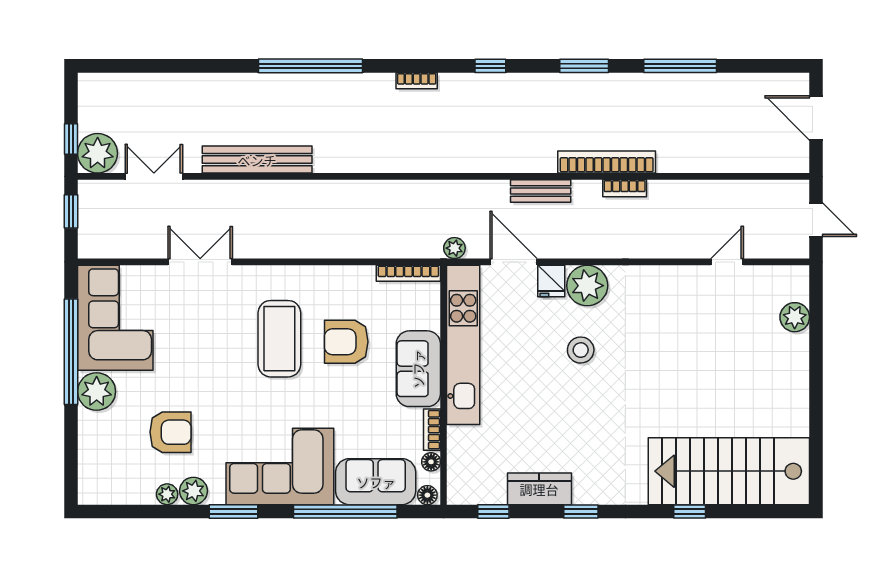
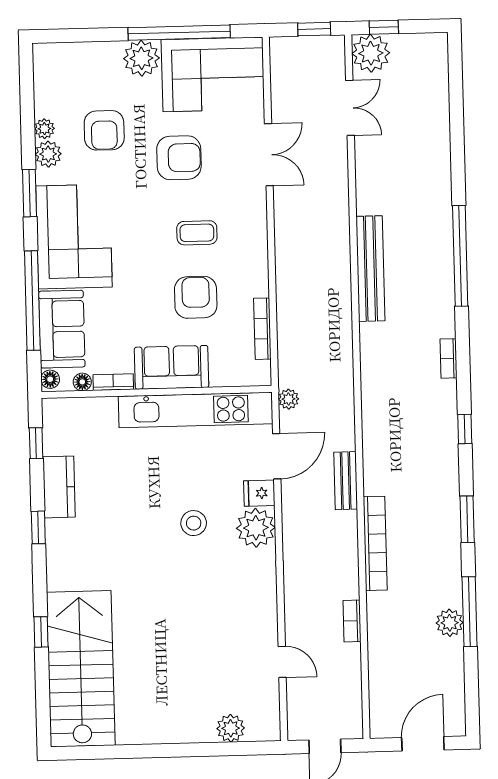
plant: (691, 87) -> (450, 623), added
bench: (257, 160) -> (370, 269), moved
bookcase: (625, 188) -> (352, 621), moved
bookcase: (408, 273) -> (262, 329), moved
coffee table: (279, 339) -> (197, 233), width x0.54, depth x0.58
armchair: (201, 355) -> (179, 158), added

